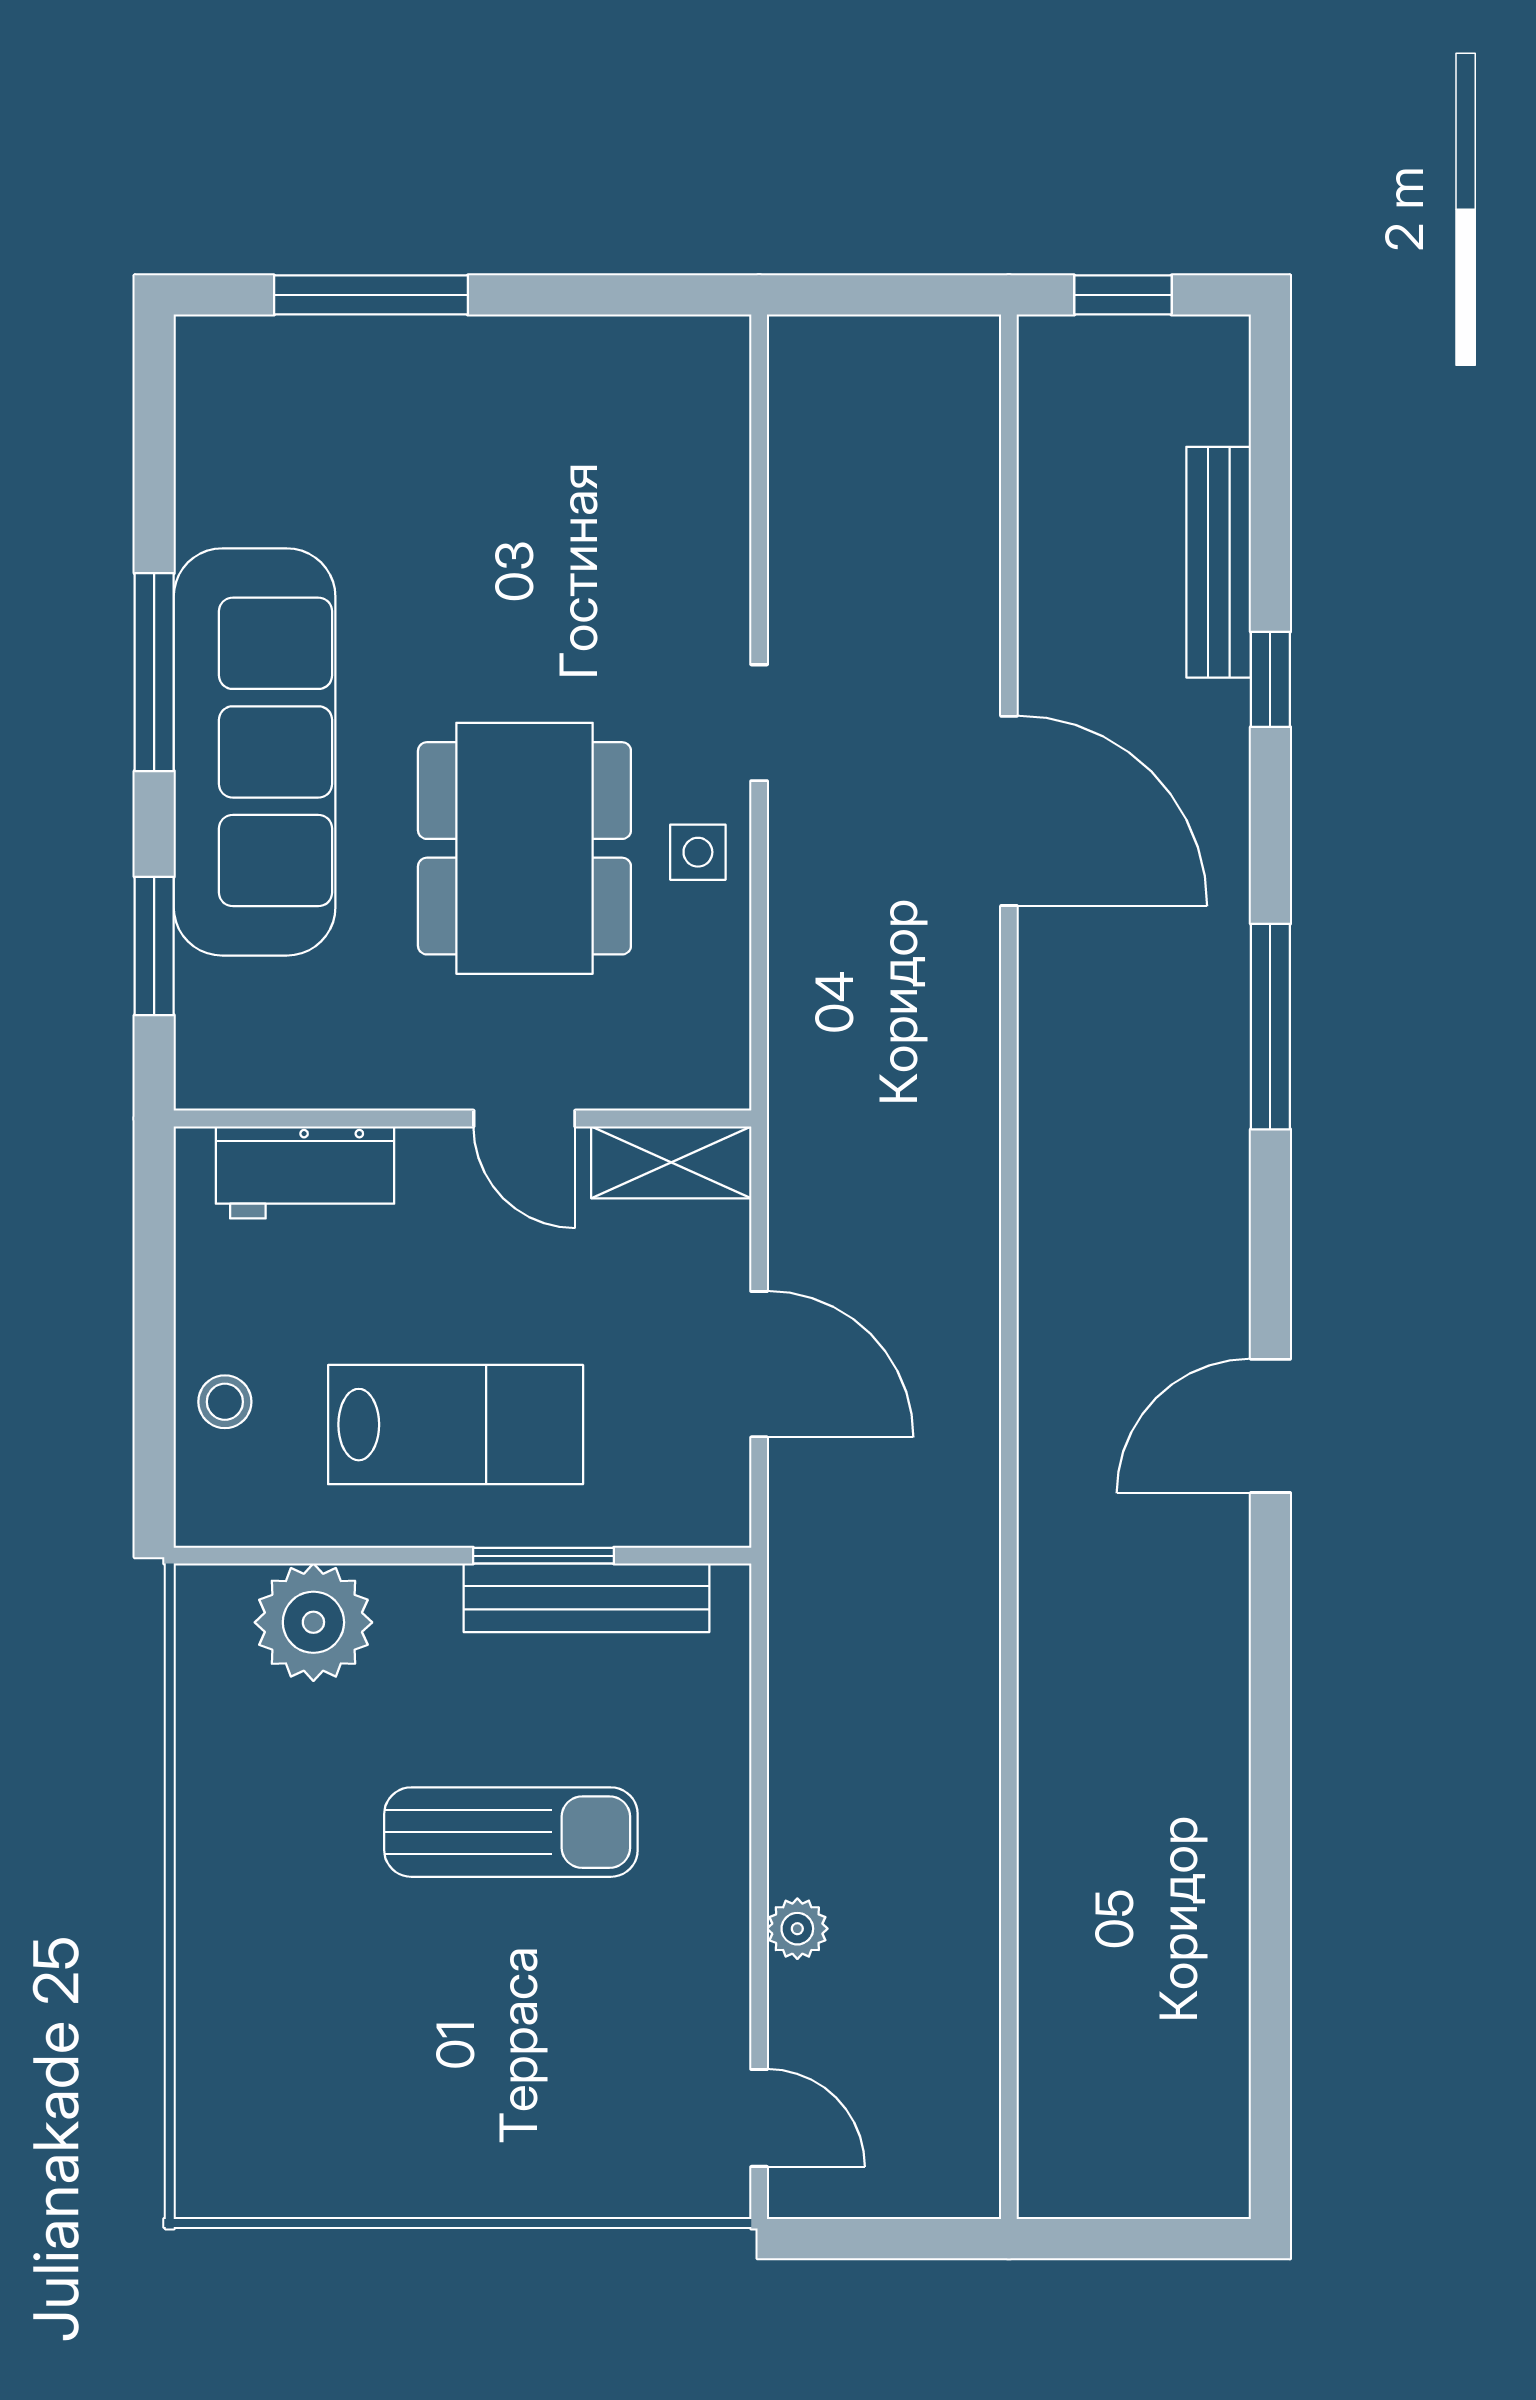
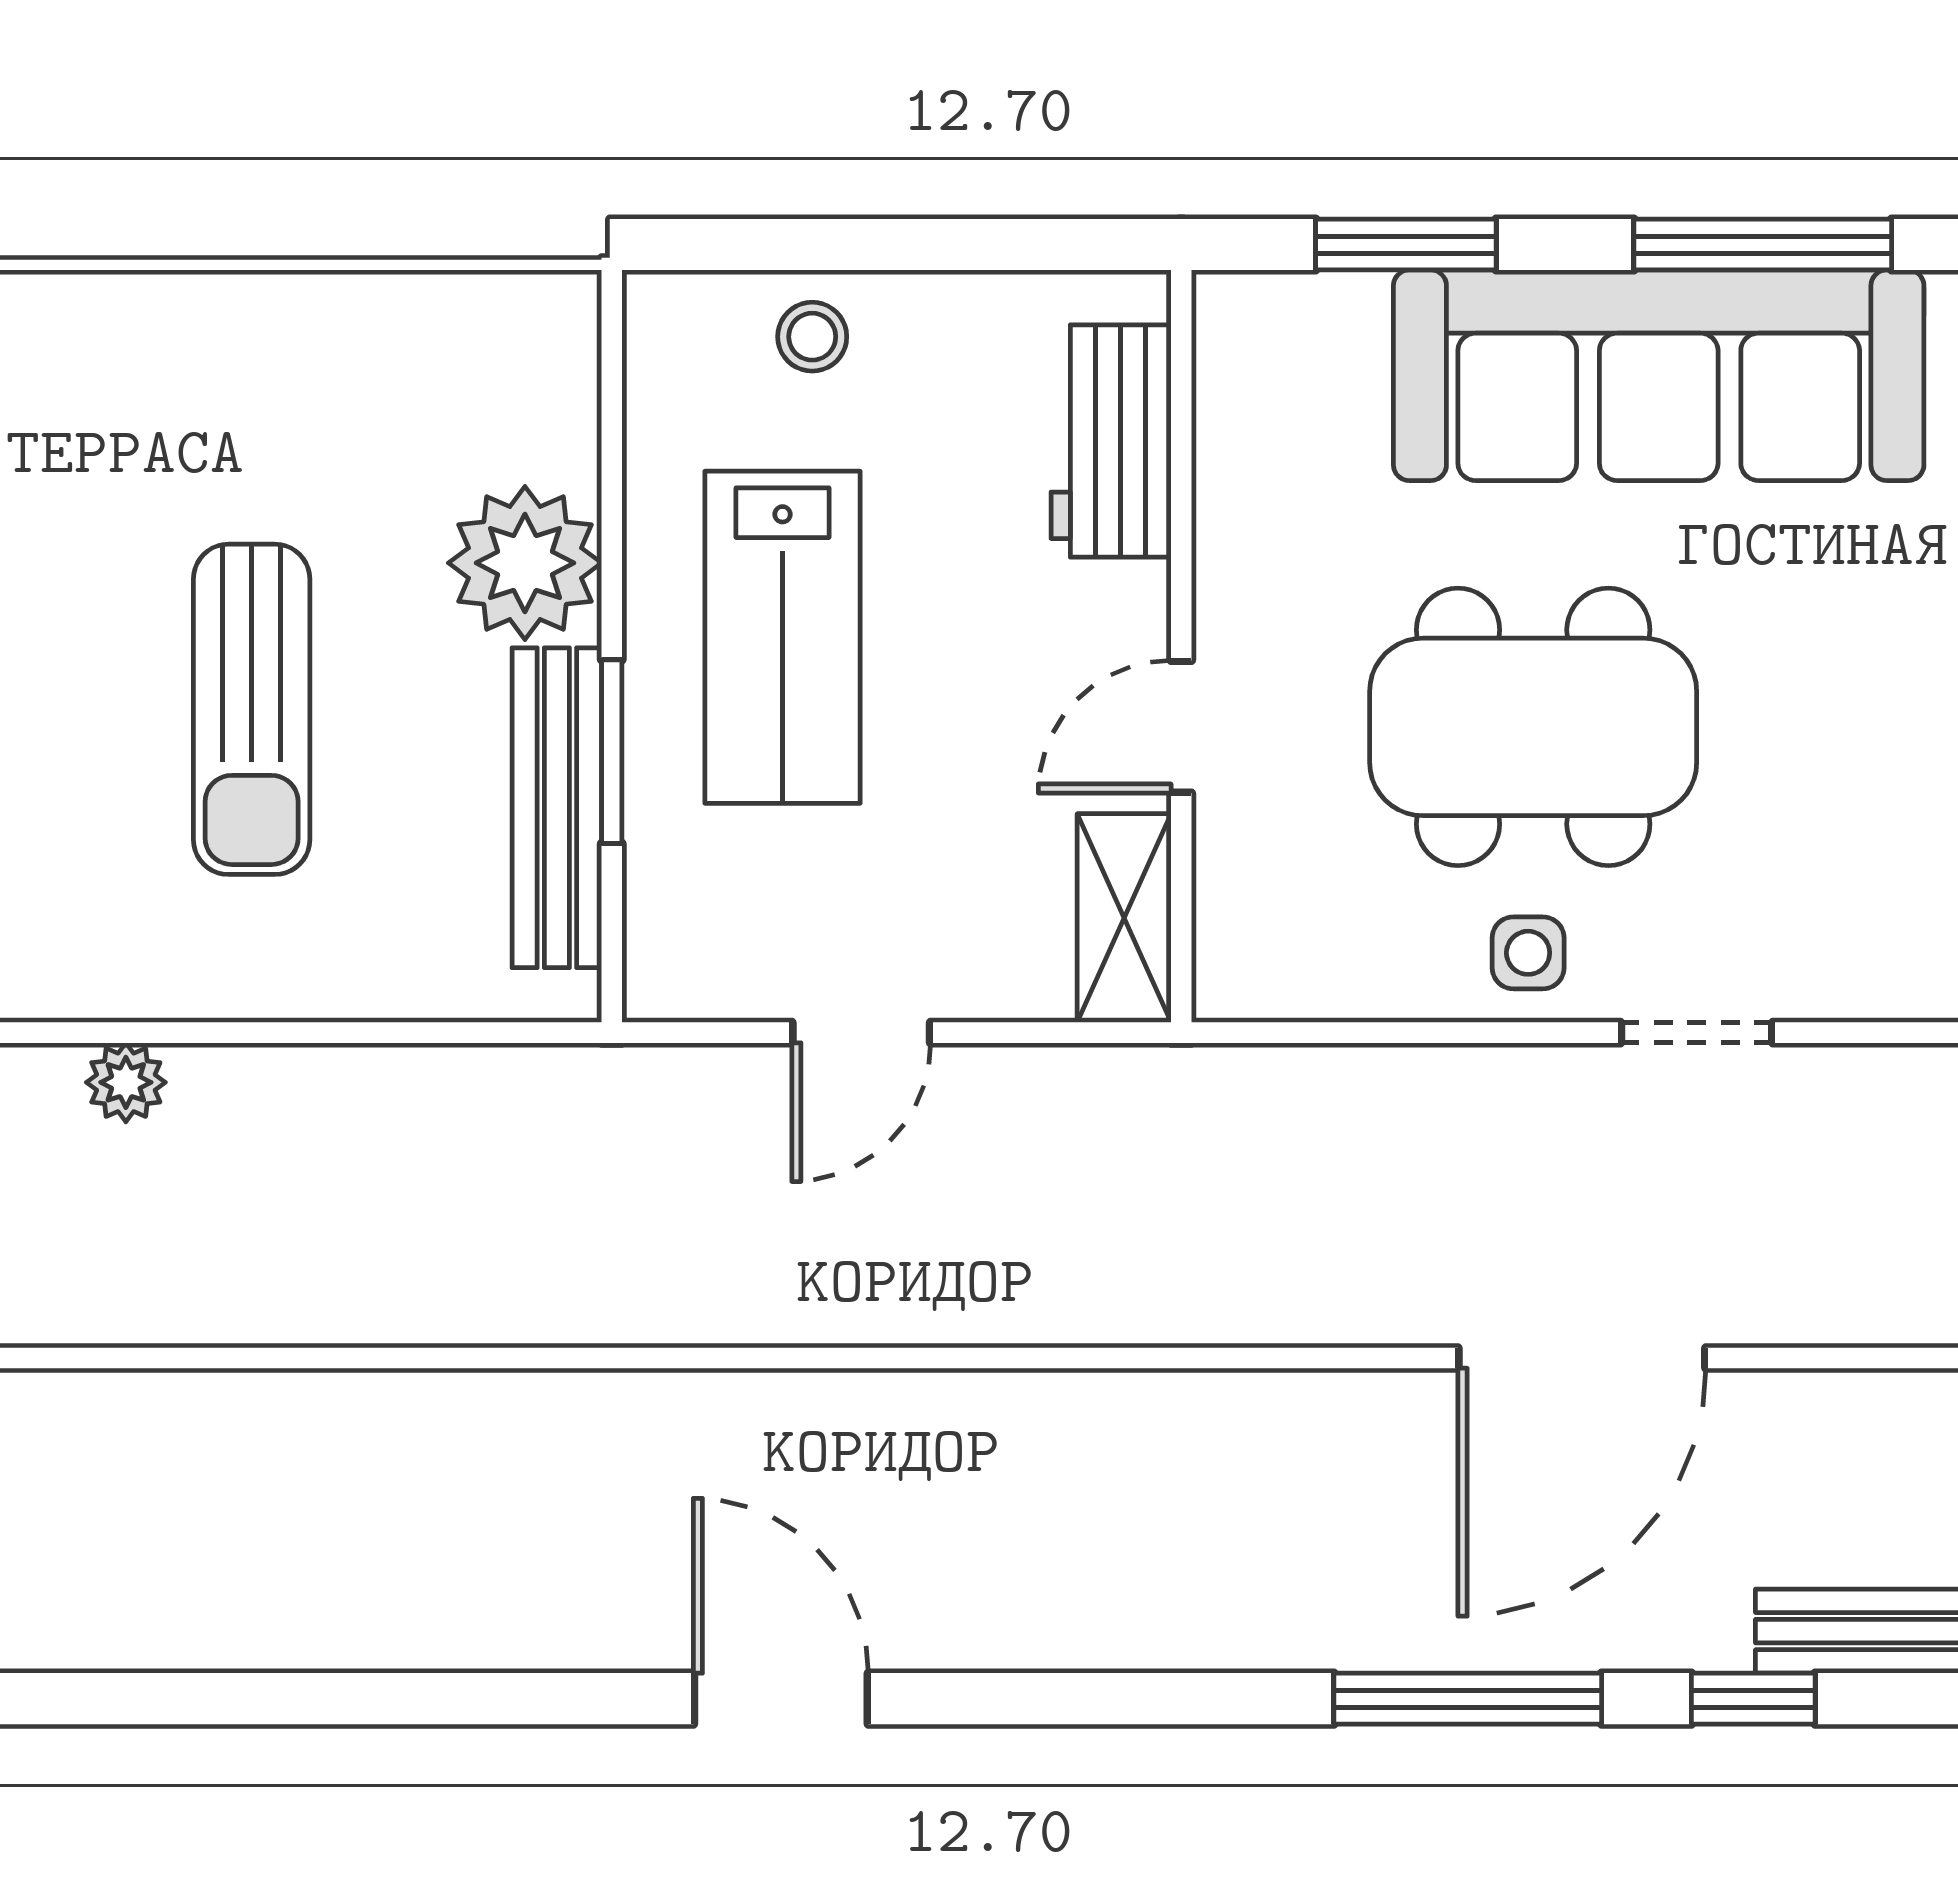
window: (1270, 1027) -> (1468, 1699), moved
door: (759, 1364) -> (861, 1033), width x0.73
plant: (313, 1622) -> (525, 563), moved

